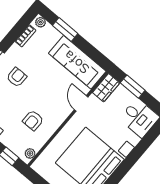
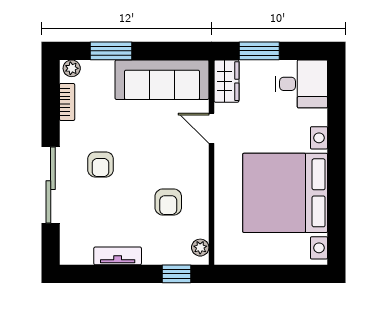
armchair: (17, 77) -> (101, 164), turned 180

